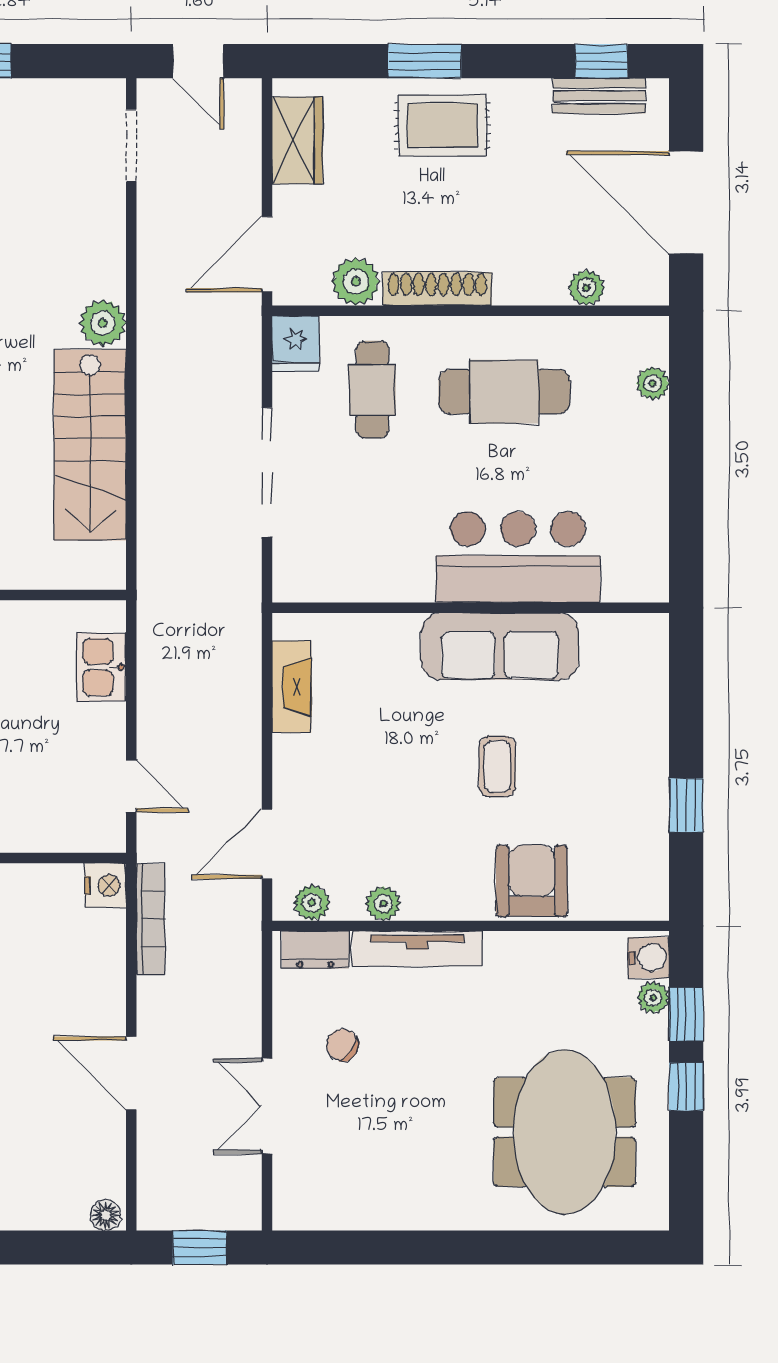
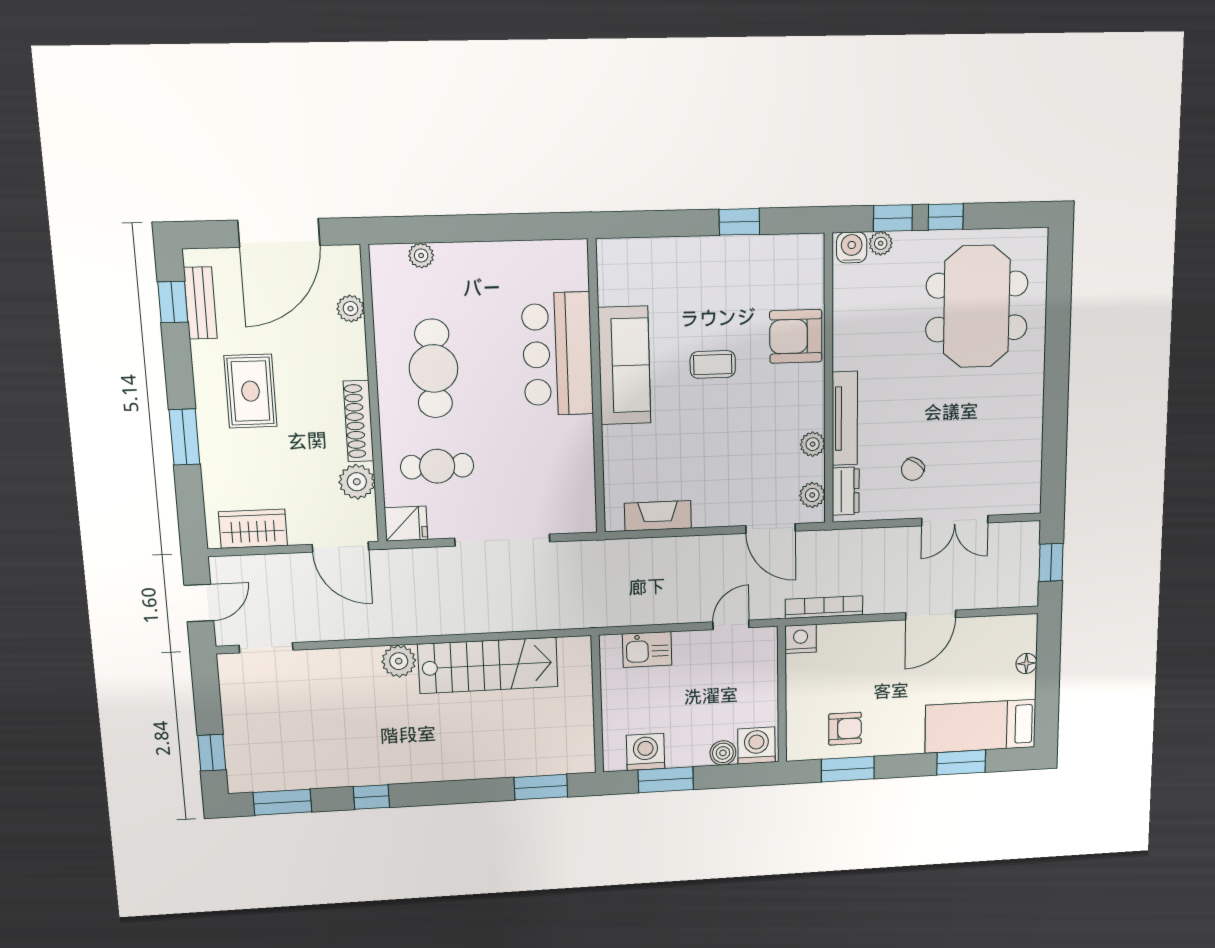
rug: (442, 125) -> (250, 391), moved
meeting table: (565, 1132) -> (977, 307), turned 90
floor lamp: (106, 1215) -> (1026, 663), moved

